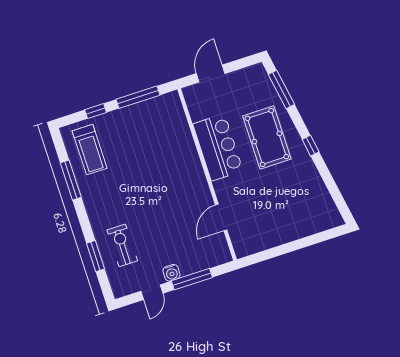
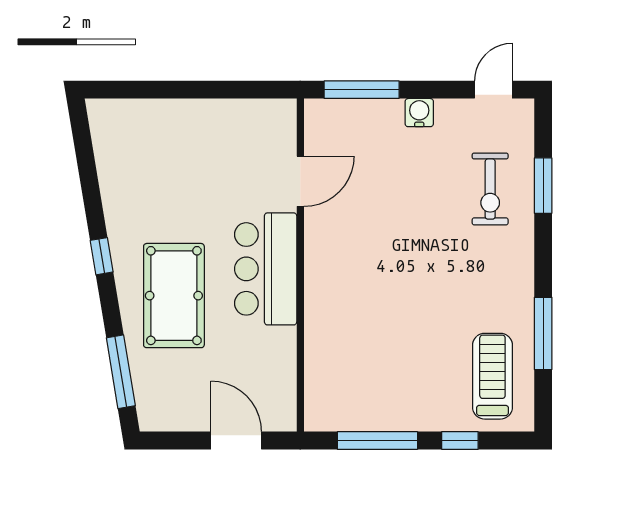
door: (211, 73) -> (236, 440), swing flipped
bar counter: (218, 147) -> (266, 269), moved
window: (192, 279) -> (362, 90), moved
door: (152, 292) -> (493, 90), moved

